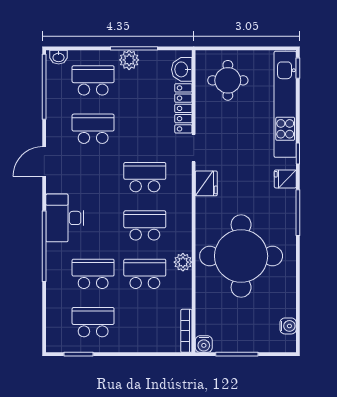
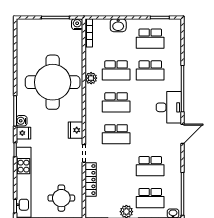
washbasin: (182, 69) -> (118, 25), moved, turned 90
door: (44, 161) -> (182, 134), moved
water cooler: (288, 326) -> (22, 121), moved

